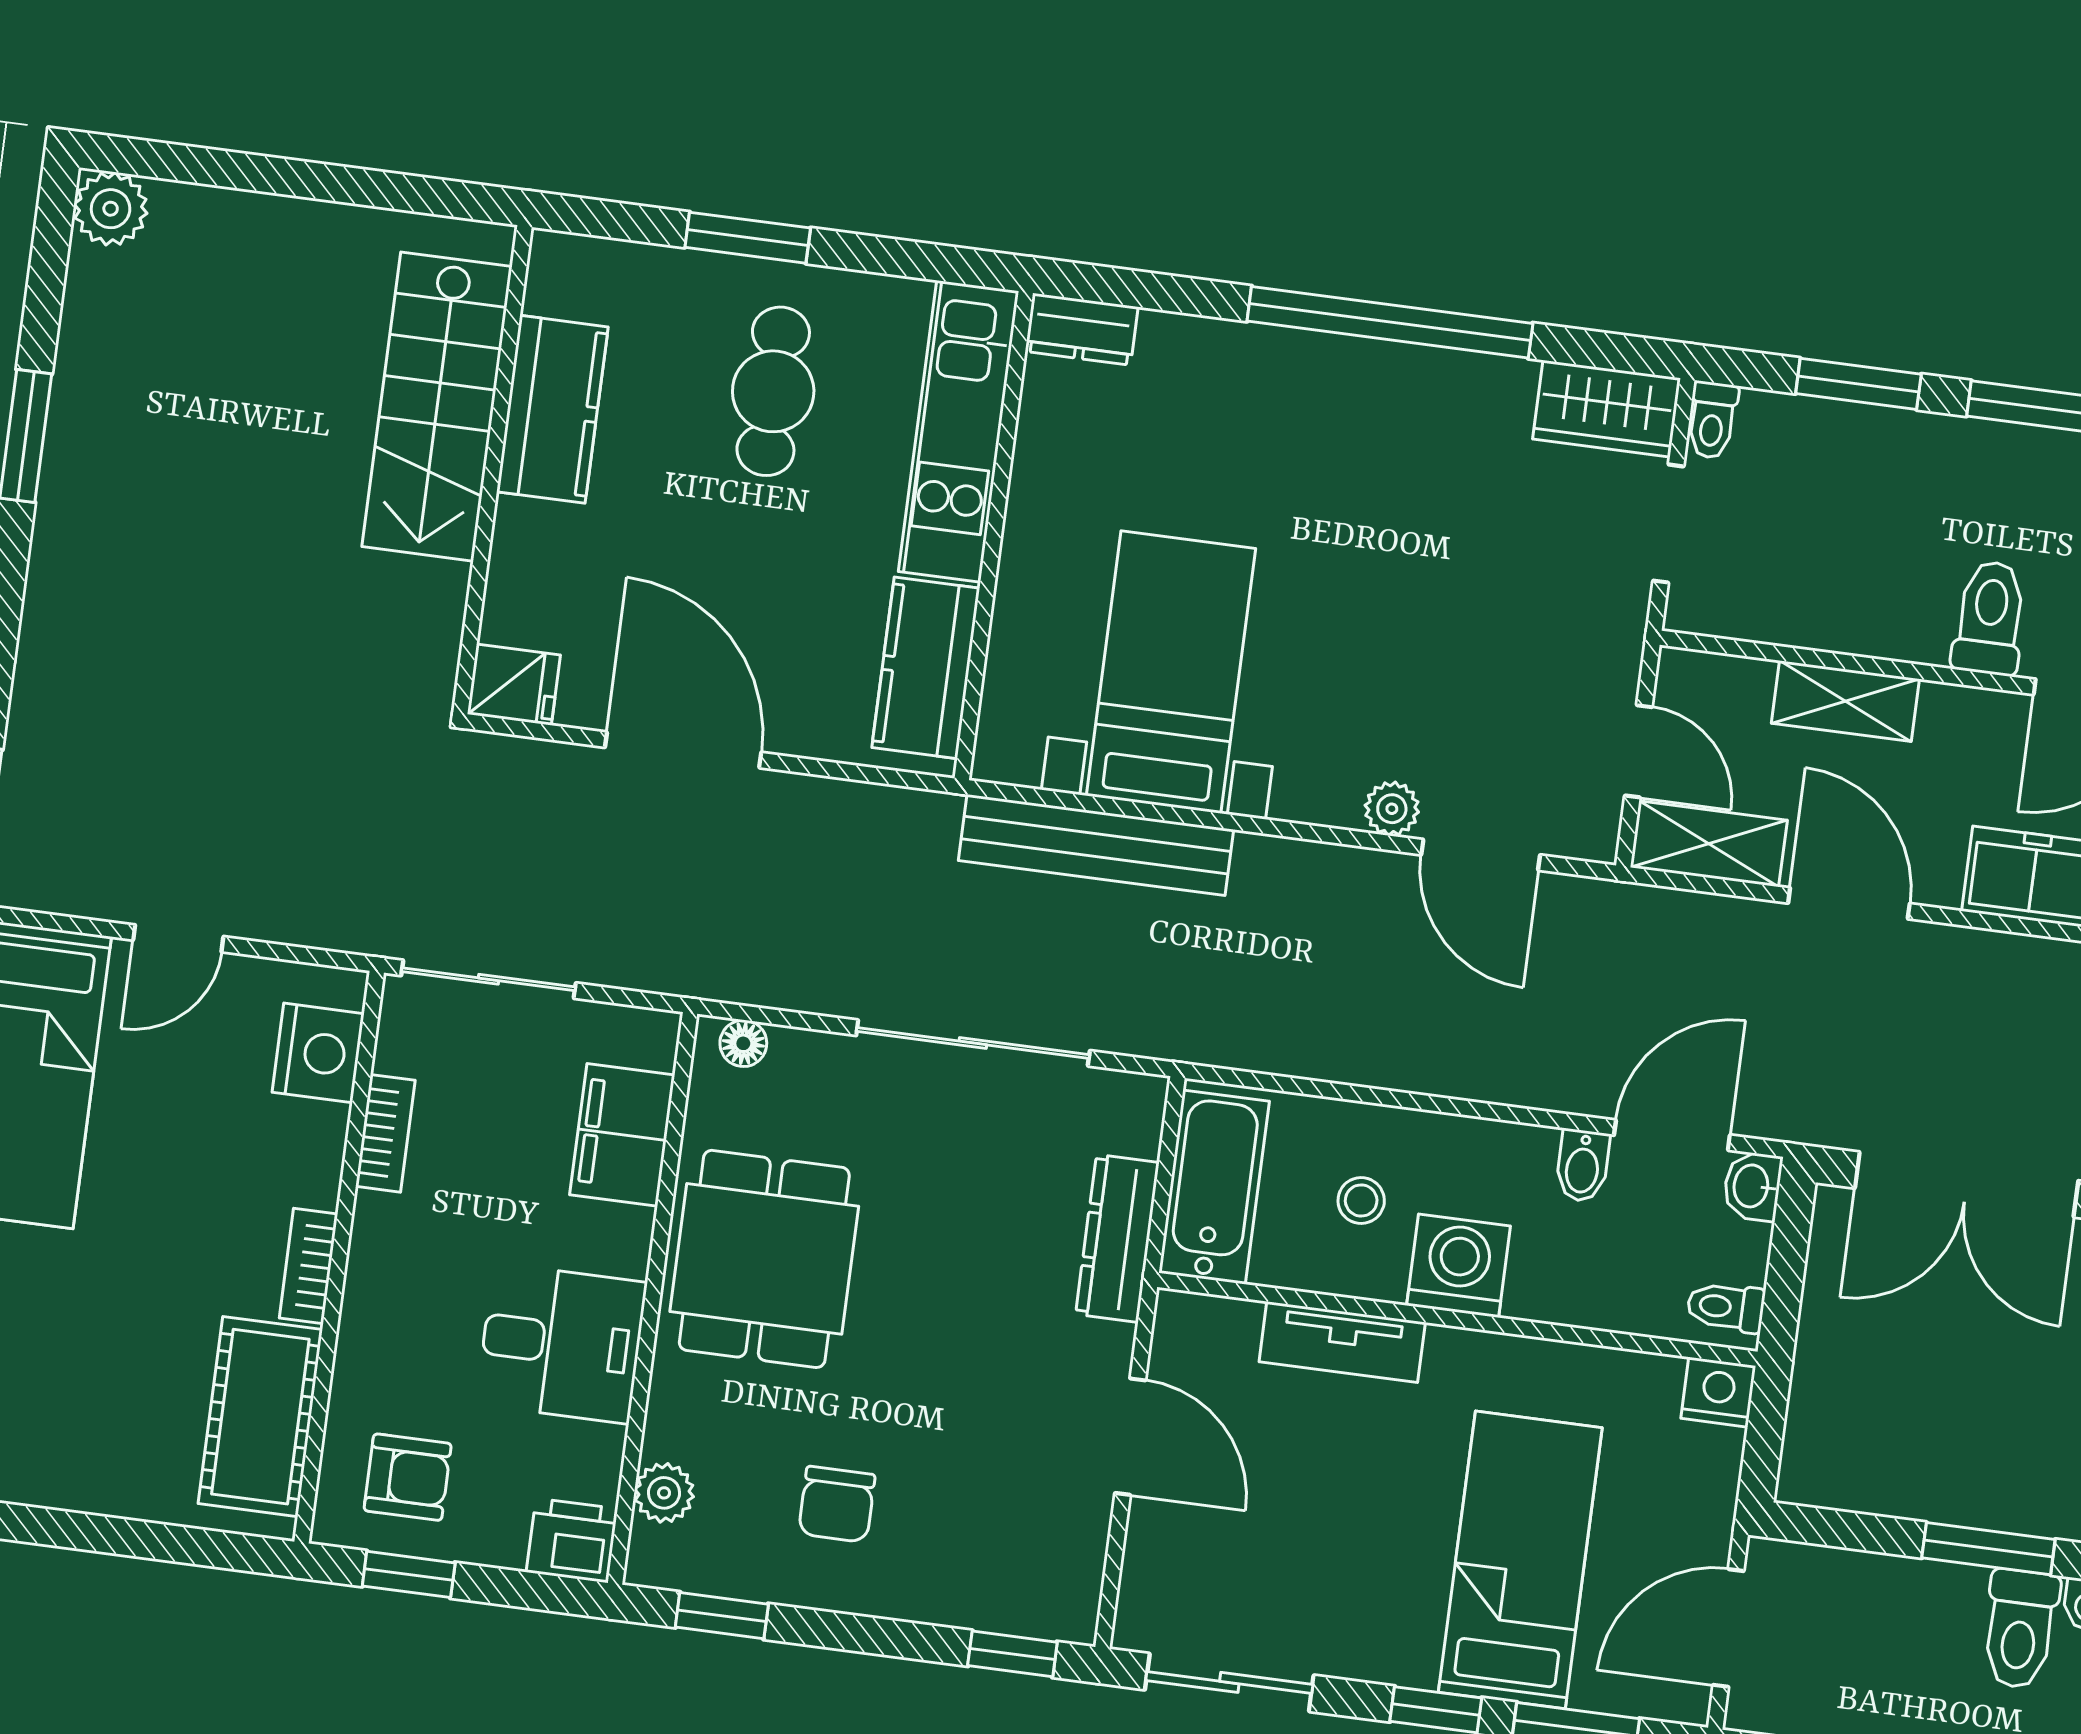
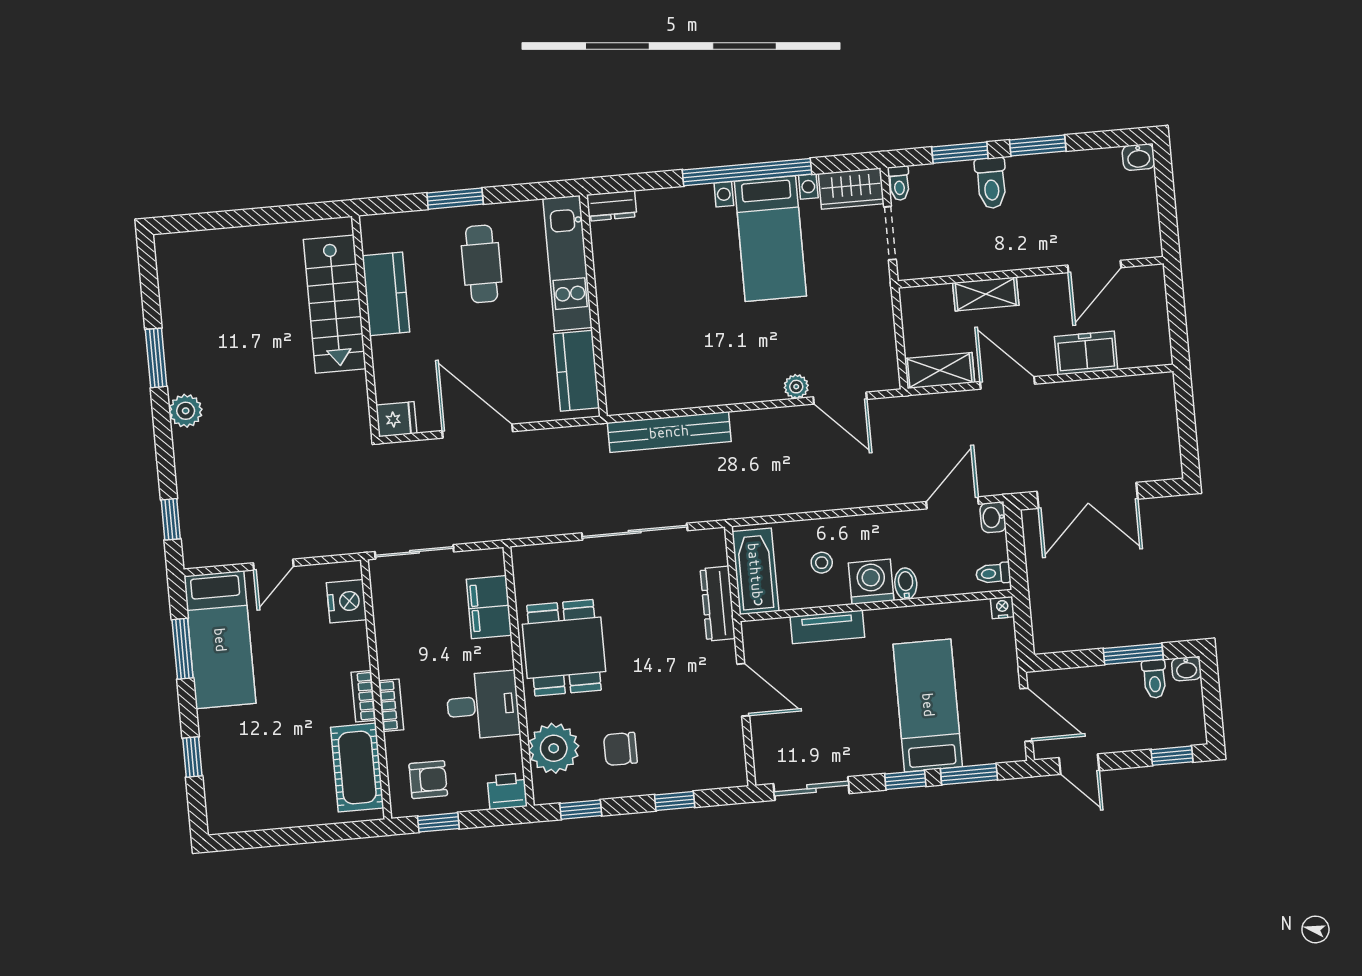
plant: (111, 209) -> (186, 411), moved
toilet: (1990, 618) -> (991, 183), moved, turned 180
bed with nightstands: (1171, 672) -> (770, 239), moved, turned 180
door: (1638, 751) -> (899, 337), removed
floor lamp: (743, 1043) -> (533, 555), removed
bookcase: (385, 1133) -> (391, 705), moved
bidet: (1583, 1166) -> (906, 584), moved, turned 180
nightstand: (1718, 1392) -> (1002, 608), width x0.72, depth x0.74
plant: (664, 1493) -> (554, 748), width x1.87, depth x1.87
chair: (837, 1504) -> (620, 749), turned 90
door: (1728, 1628) -> (1026, 715), swing flipped
toilet: (2020, 1629) -> (1154, 679), width x0.73, depth x0.72
window: (1012, 1654) -> (675, 801), moved

